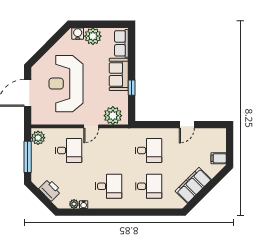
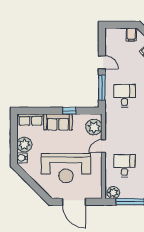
window: (158, 125) -> (102, 88), added
door: (91, 126) -> (103, 146), swing flipped

